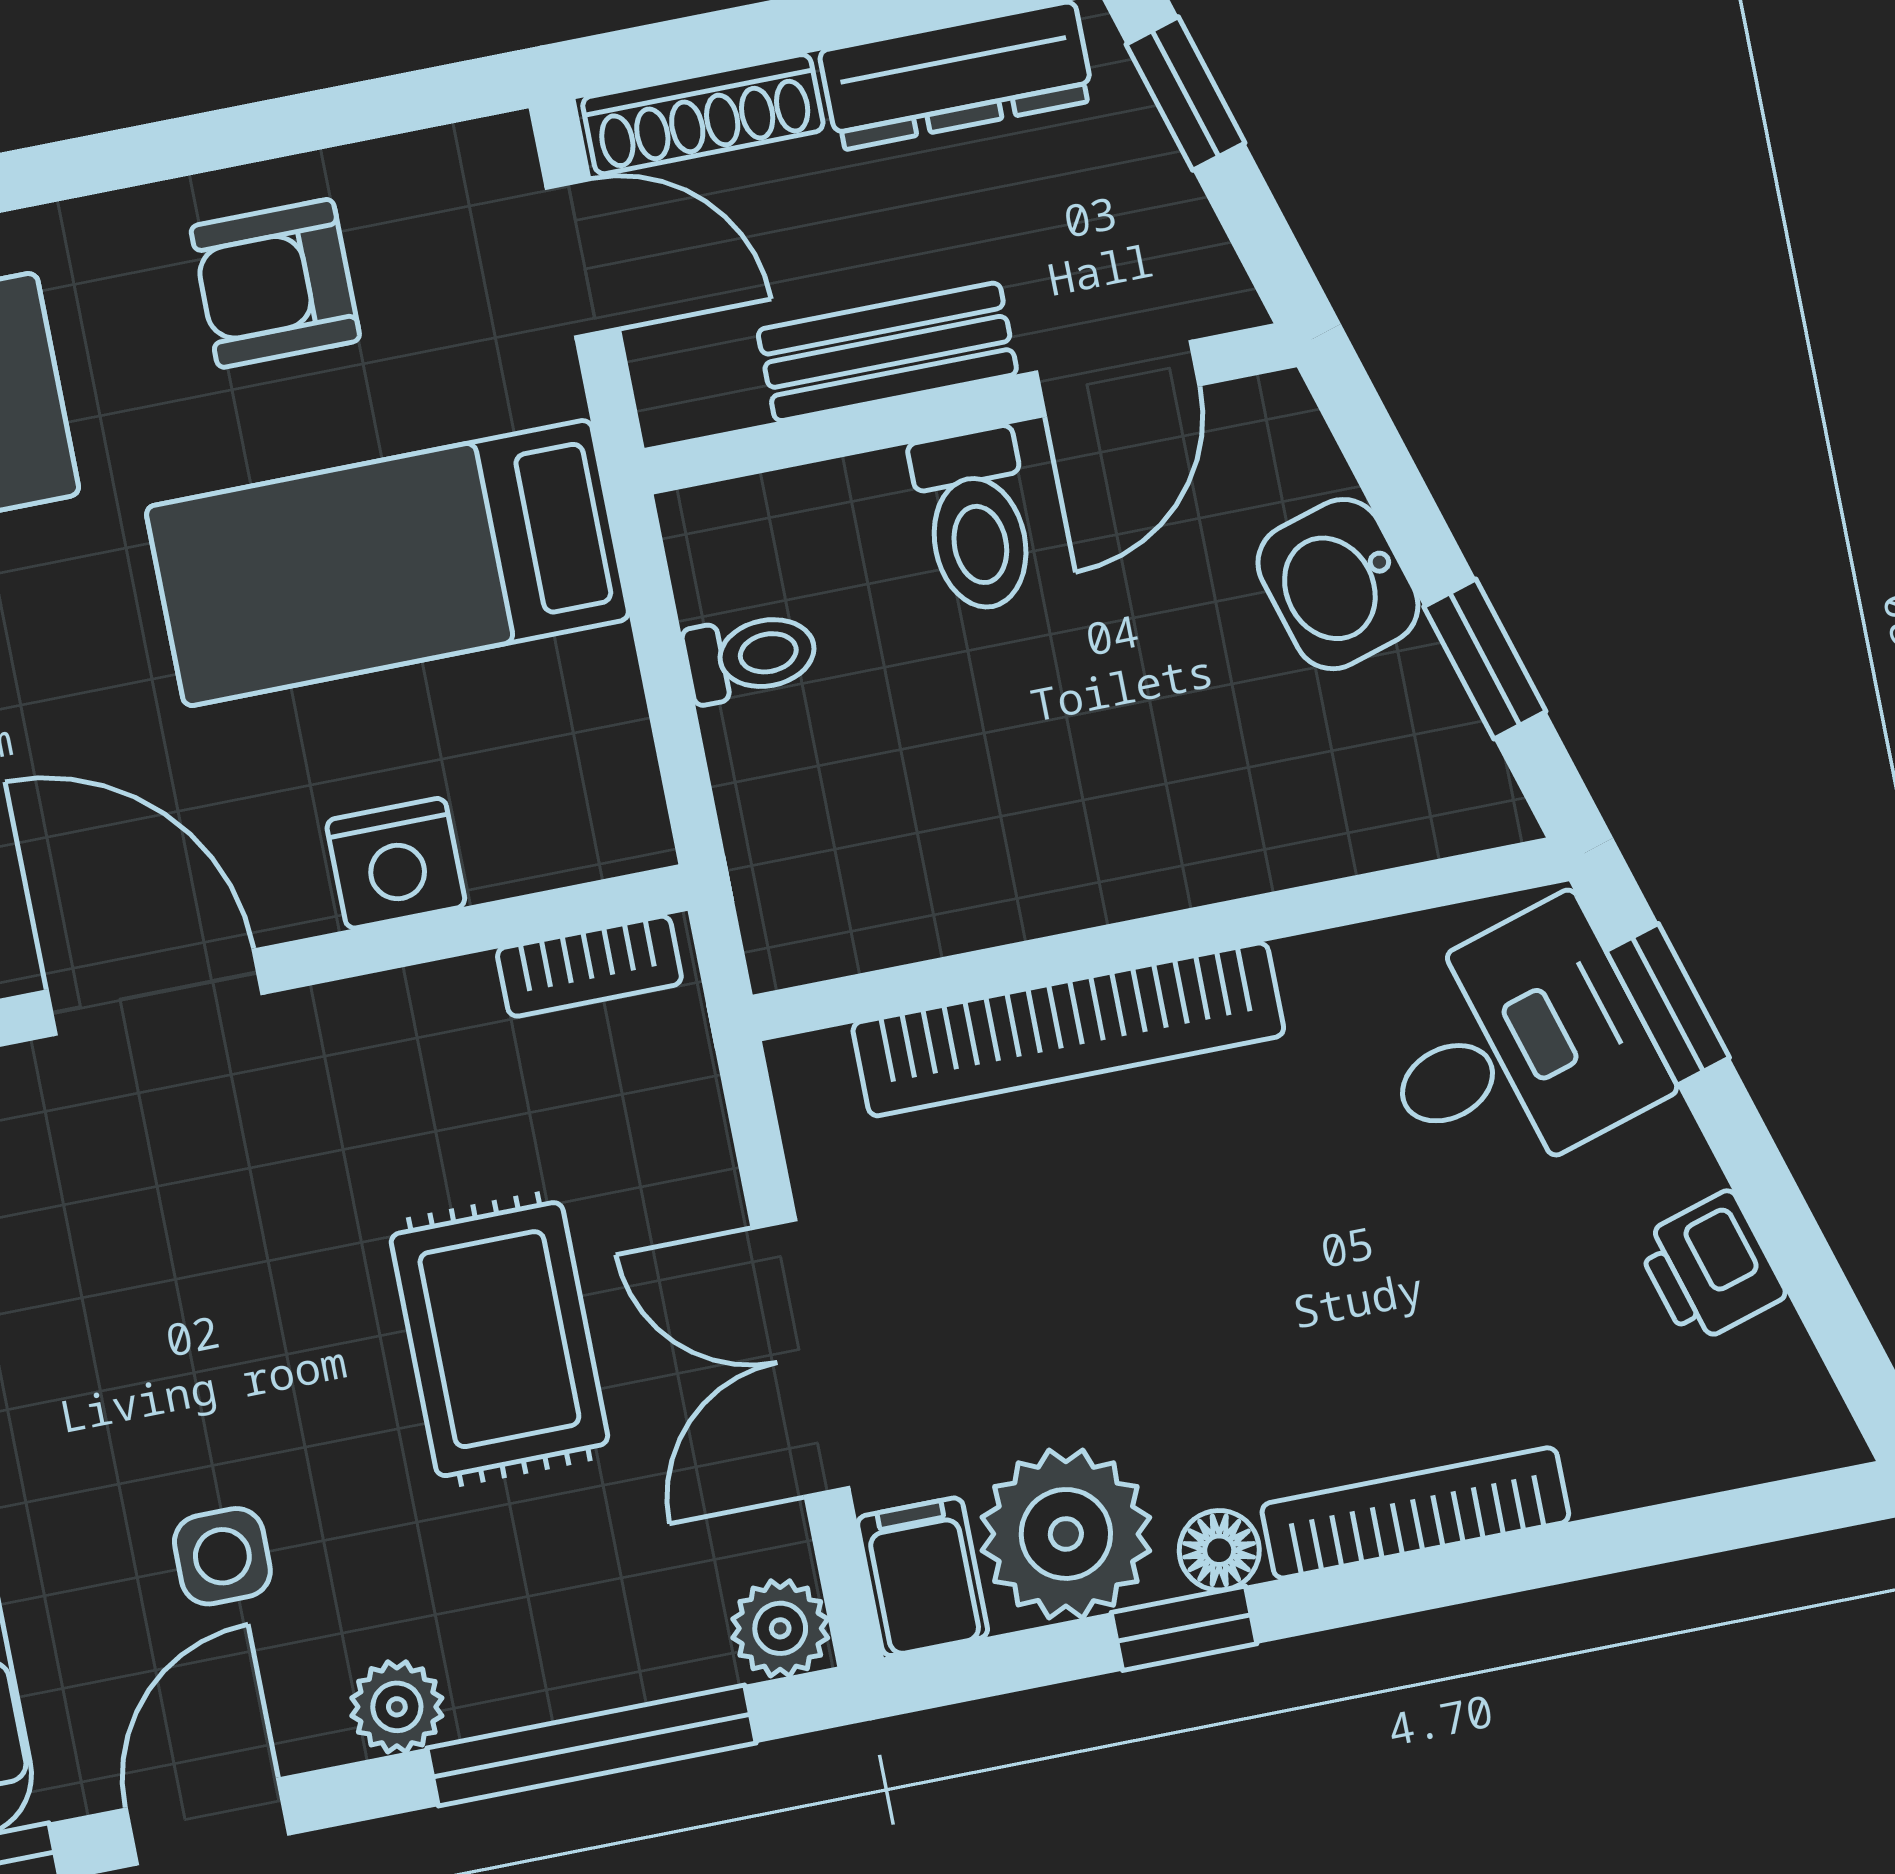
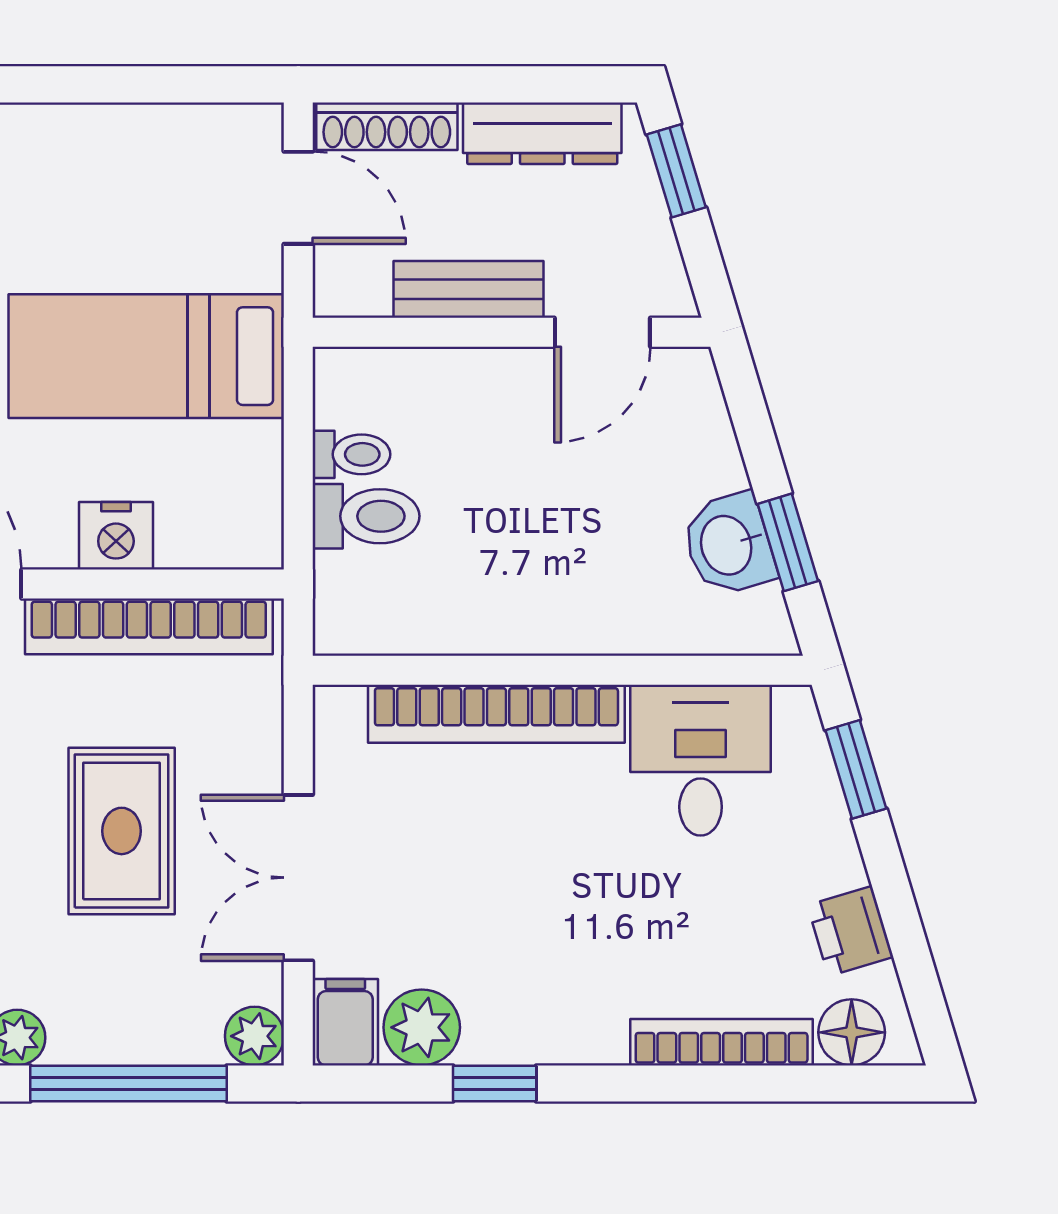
armchair: (275, 283) -> (113, 177), removed
toilet: (976, 520) -> (366, 516), moved, turned -90
washbasin: (1338, 584) -> (728, 545), moved
bookcase: (589, 966) -> (149, 626), width x2.31, depth x1.31
desk: (1516, 1047) -> (701, 760), moved, turned -73
bookcase: (1415, 1513) -> (722, 1042), moved
plant: (1066, 1534) -> (422, 1027), width x0.73, depth x0.73
floor lamp: (1219, 1550) -> (852, 1032), moved, width x1.37, depth x1.37

